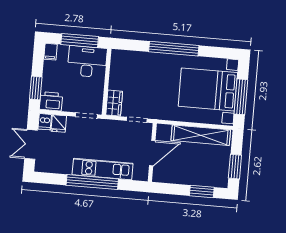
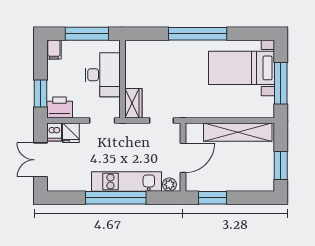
desk: (87, 62) -> (103, 75), moved, turned 90
bed with nightstands: (208, 89) -> (241, 68), width x0.73
plant: (139, 175) -> (169, 185), added
window: (202, 191) -> (213, 198), moved

